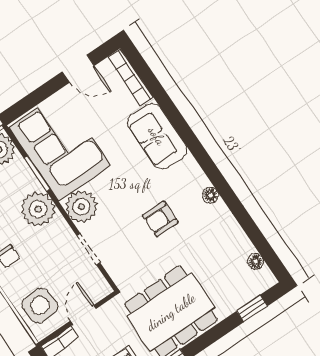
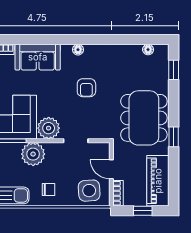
floor lamp: (210, 195) -> (78, 50), moved

